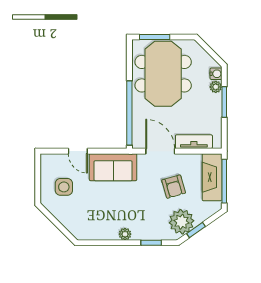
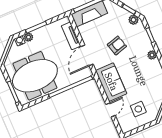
armchair: (174, 187) -> (117, 45), moved
plant: (181, 222) -> (133, 20), width x0.53, depth x0.53

